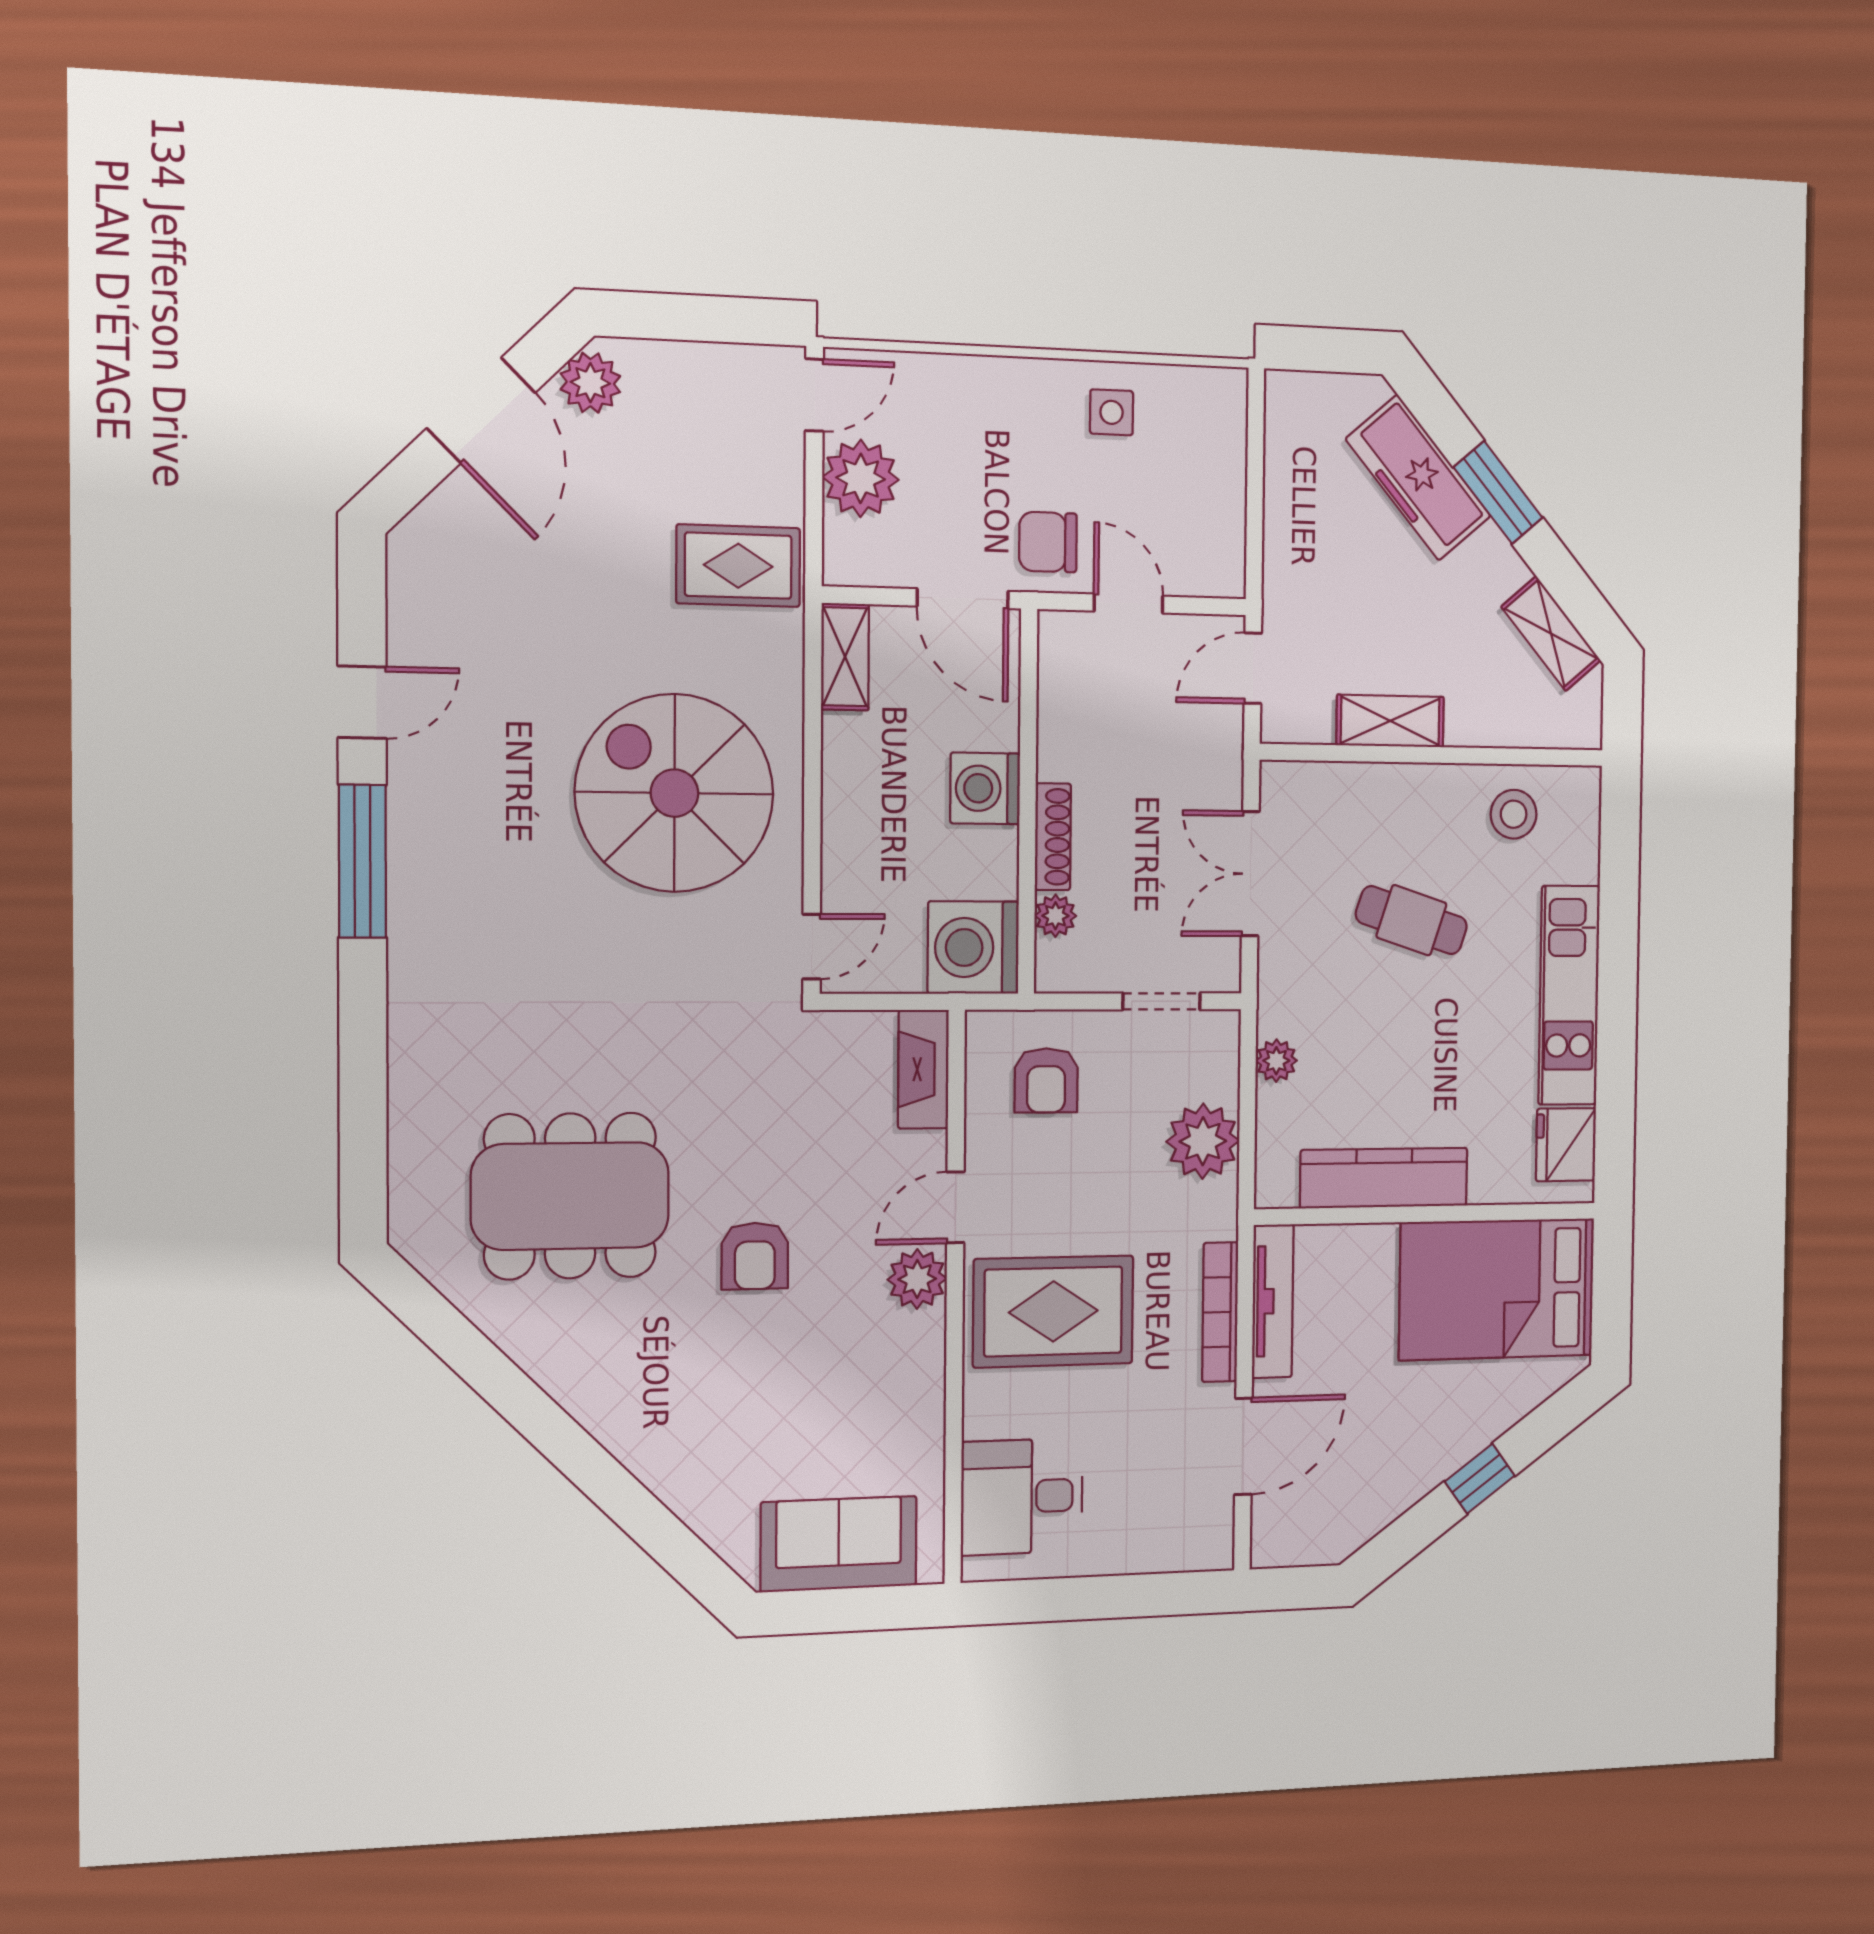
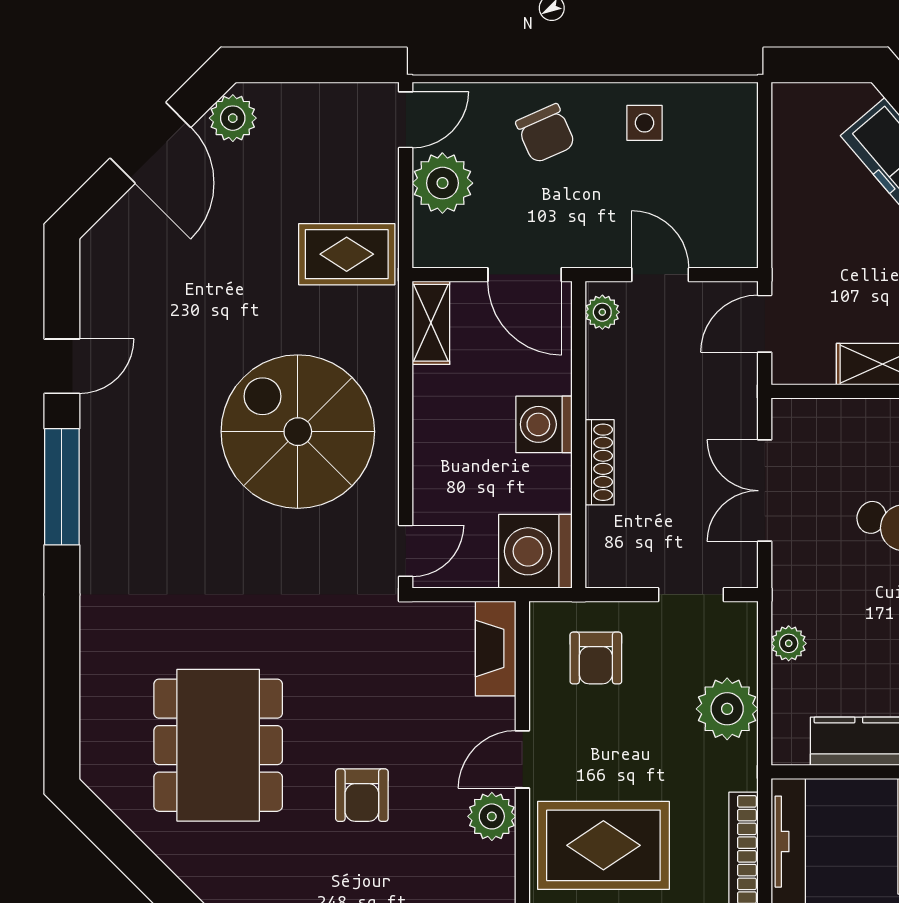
chair: (1048, 542) -> (545, 133), moved, turned -114
plant: (1055, 916) -> (602, 312), moved
dining table: (570, 1196) -> (218, 745), turned 90

